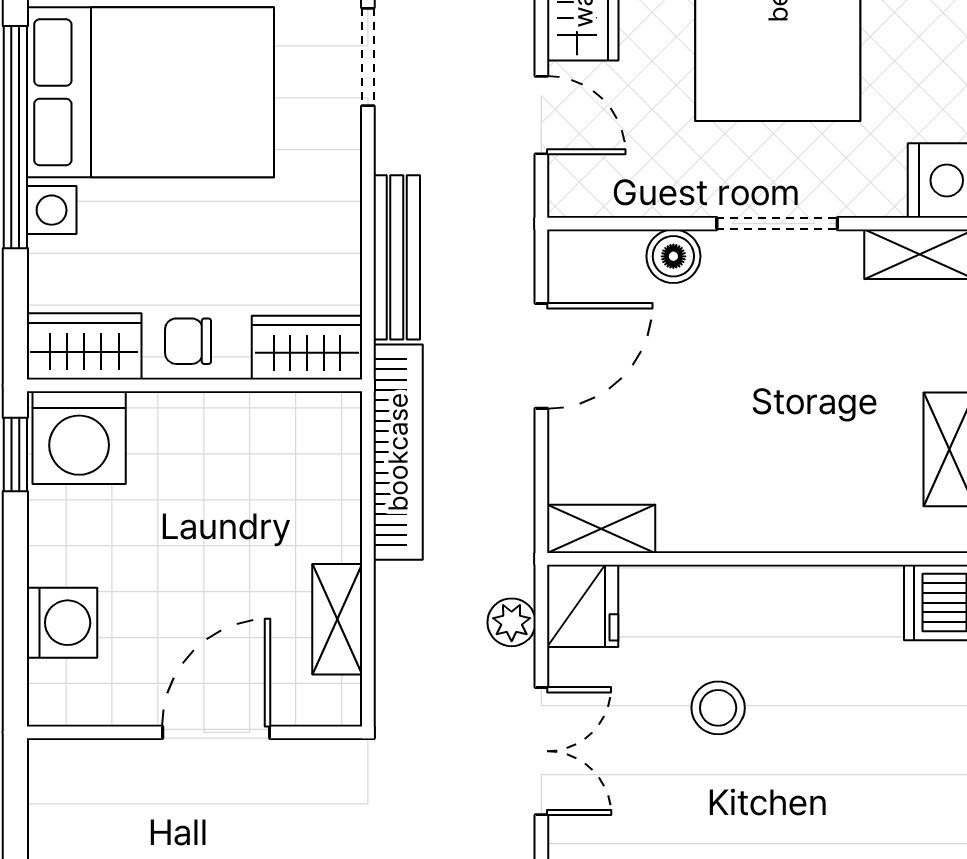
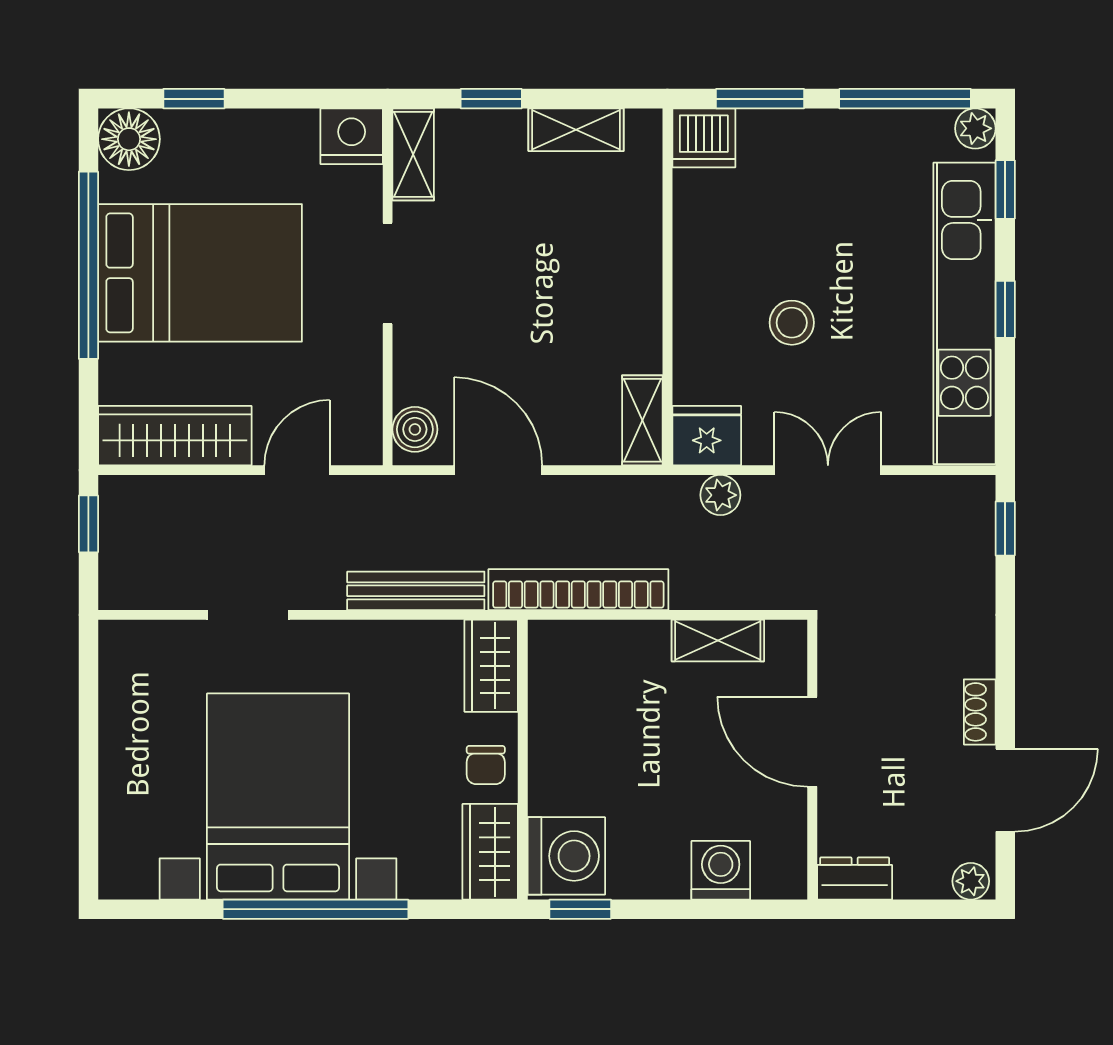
boiler: (673, 256) -> (415, 429), moved
dresser: (52, 783) -> (855, 878), added

